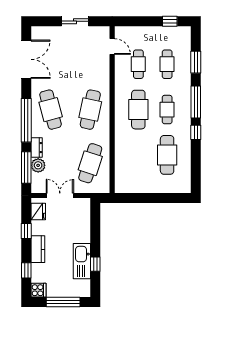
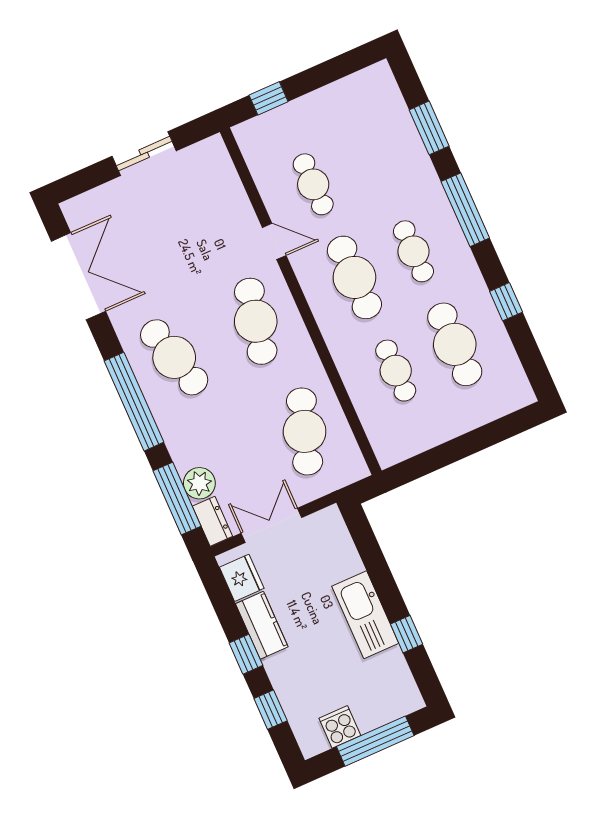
window: (170, 21) -> (269, 98), moved
door: (112, 47) -> (274, 241), moved
cafe table: (167, 64) -> (396, 371), moved
window: (196, 132) -> (506, 302), moved
dresser: (37, 148) -> (212, 521), moved
window: (26, 231) -> (246, 654), moved
kitchen counter: (38, 249) -> (262, 625), moved
kitchen sink: (82, 261) -> (365, 615), moved
cooker: (38, 290) -> (340, 727), moved, turned -90

